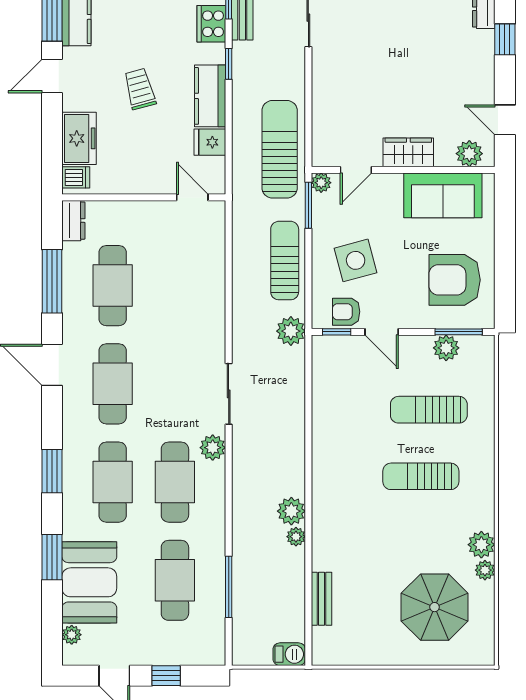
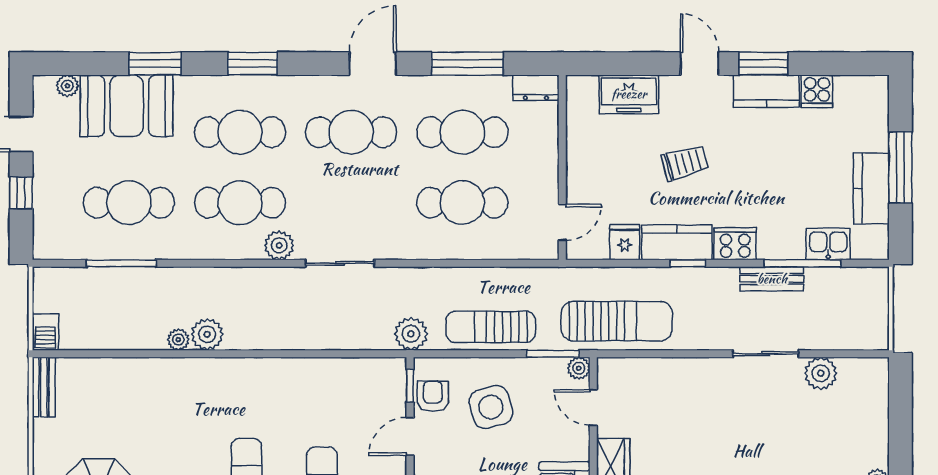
cooker: (211, 24) -> (735, 244), moved
window: (229, 64) -> (688, 263), moved
dishwasher: (76, 177) -> (585, 90), removed
sun lounger: (285, 261) -> (491, 327), turned 180
cafe table: (175, 286) -> (462, 203), added
bench: (322, 599) -> (44, 387), moved, turned 90

